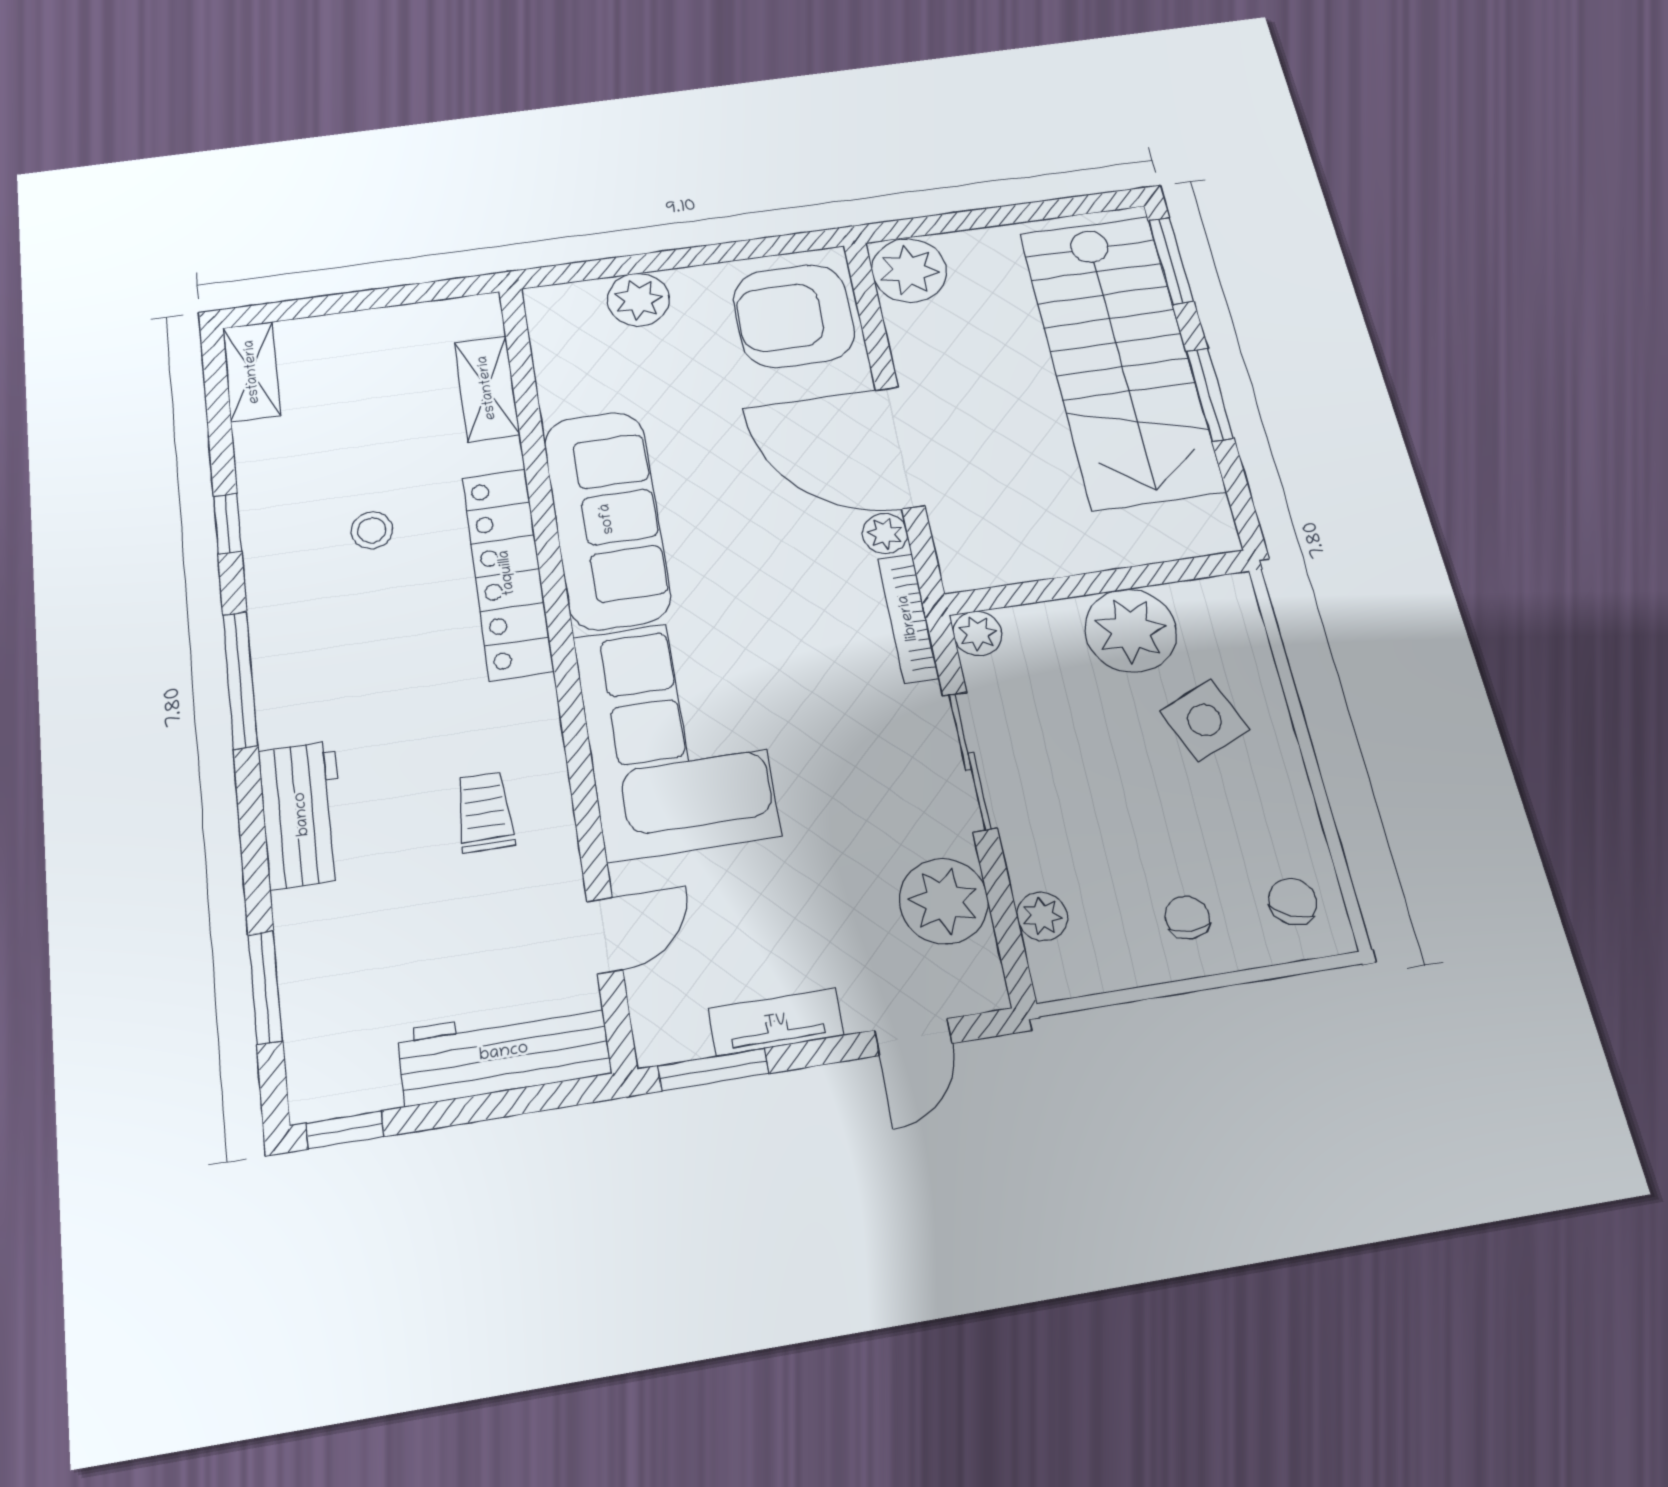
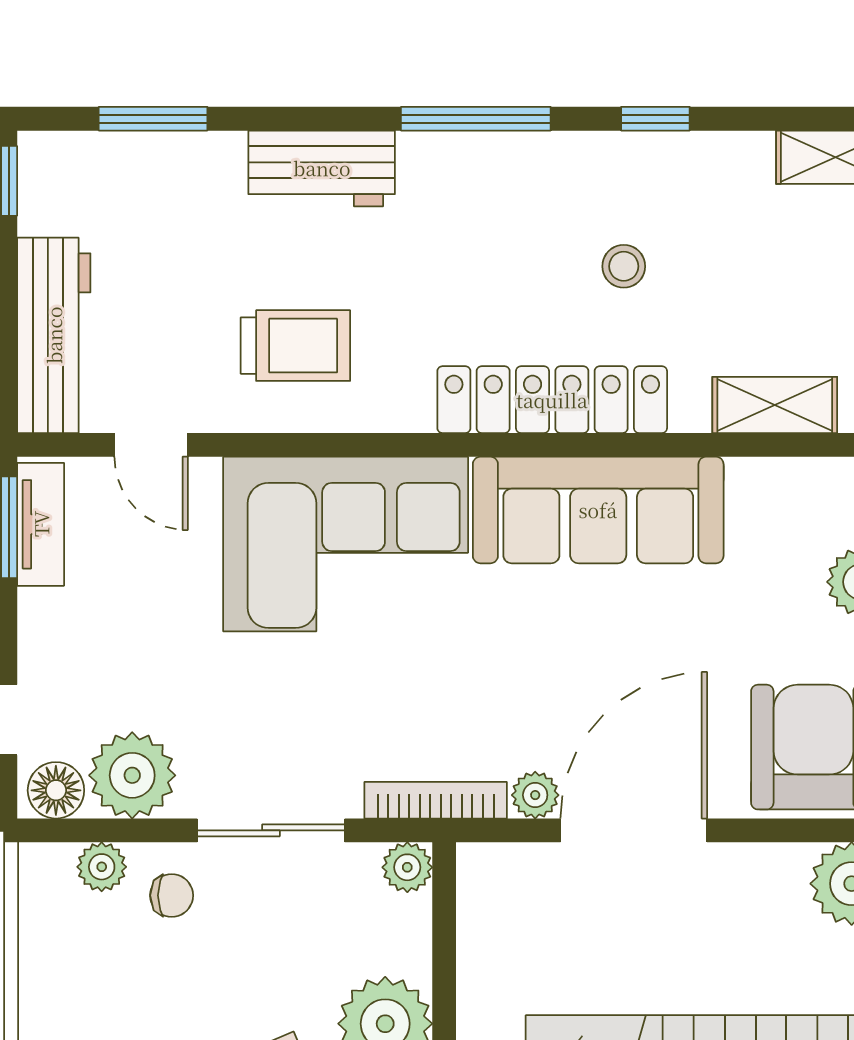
trolley: (485, 812) -> (295, 346), width x1.36, depth x1.39
chair: (1187, 917) -> (172, 895), moved
floor lamp: (975, 974) -> (56, 790), added
tv unit: (776, 1022) -> (41, 524), moved

